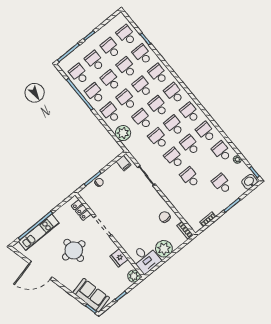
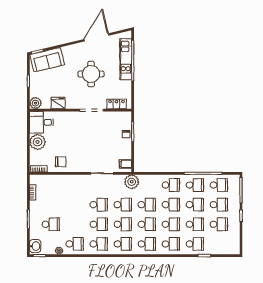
school desk: (126, 35) -> (219, 244), removed
plant: (123, 133) -> (132, 182), moved
school desk: (190, 177) -> (75, 205), removed

